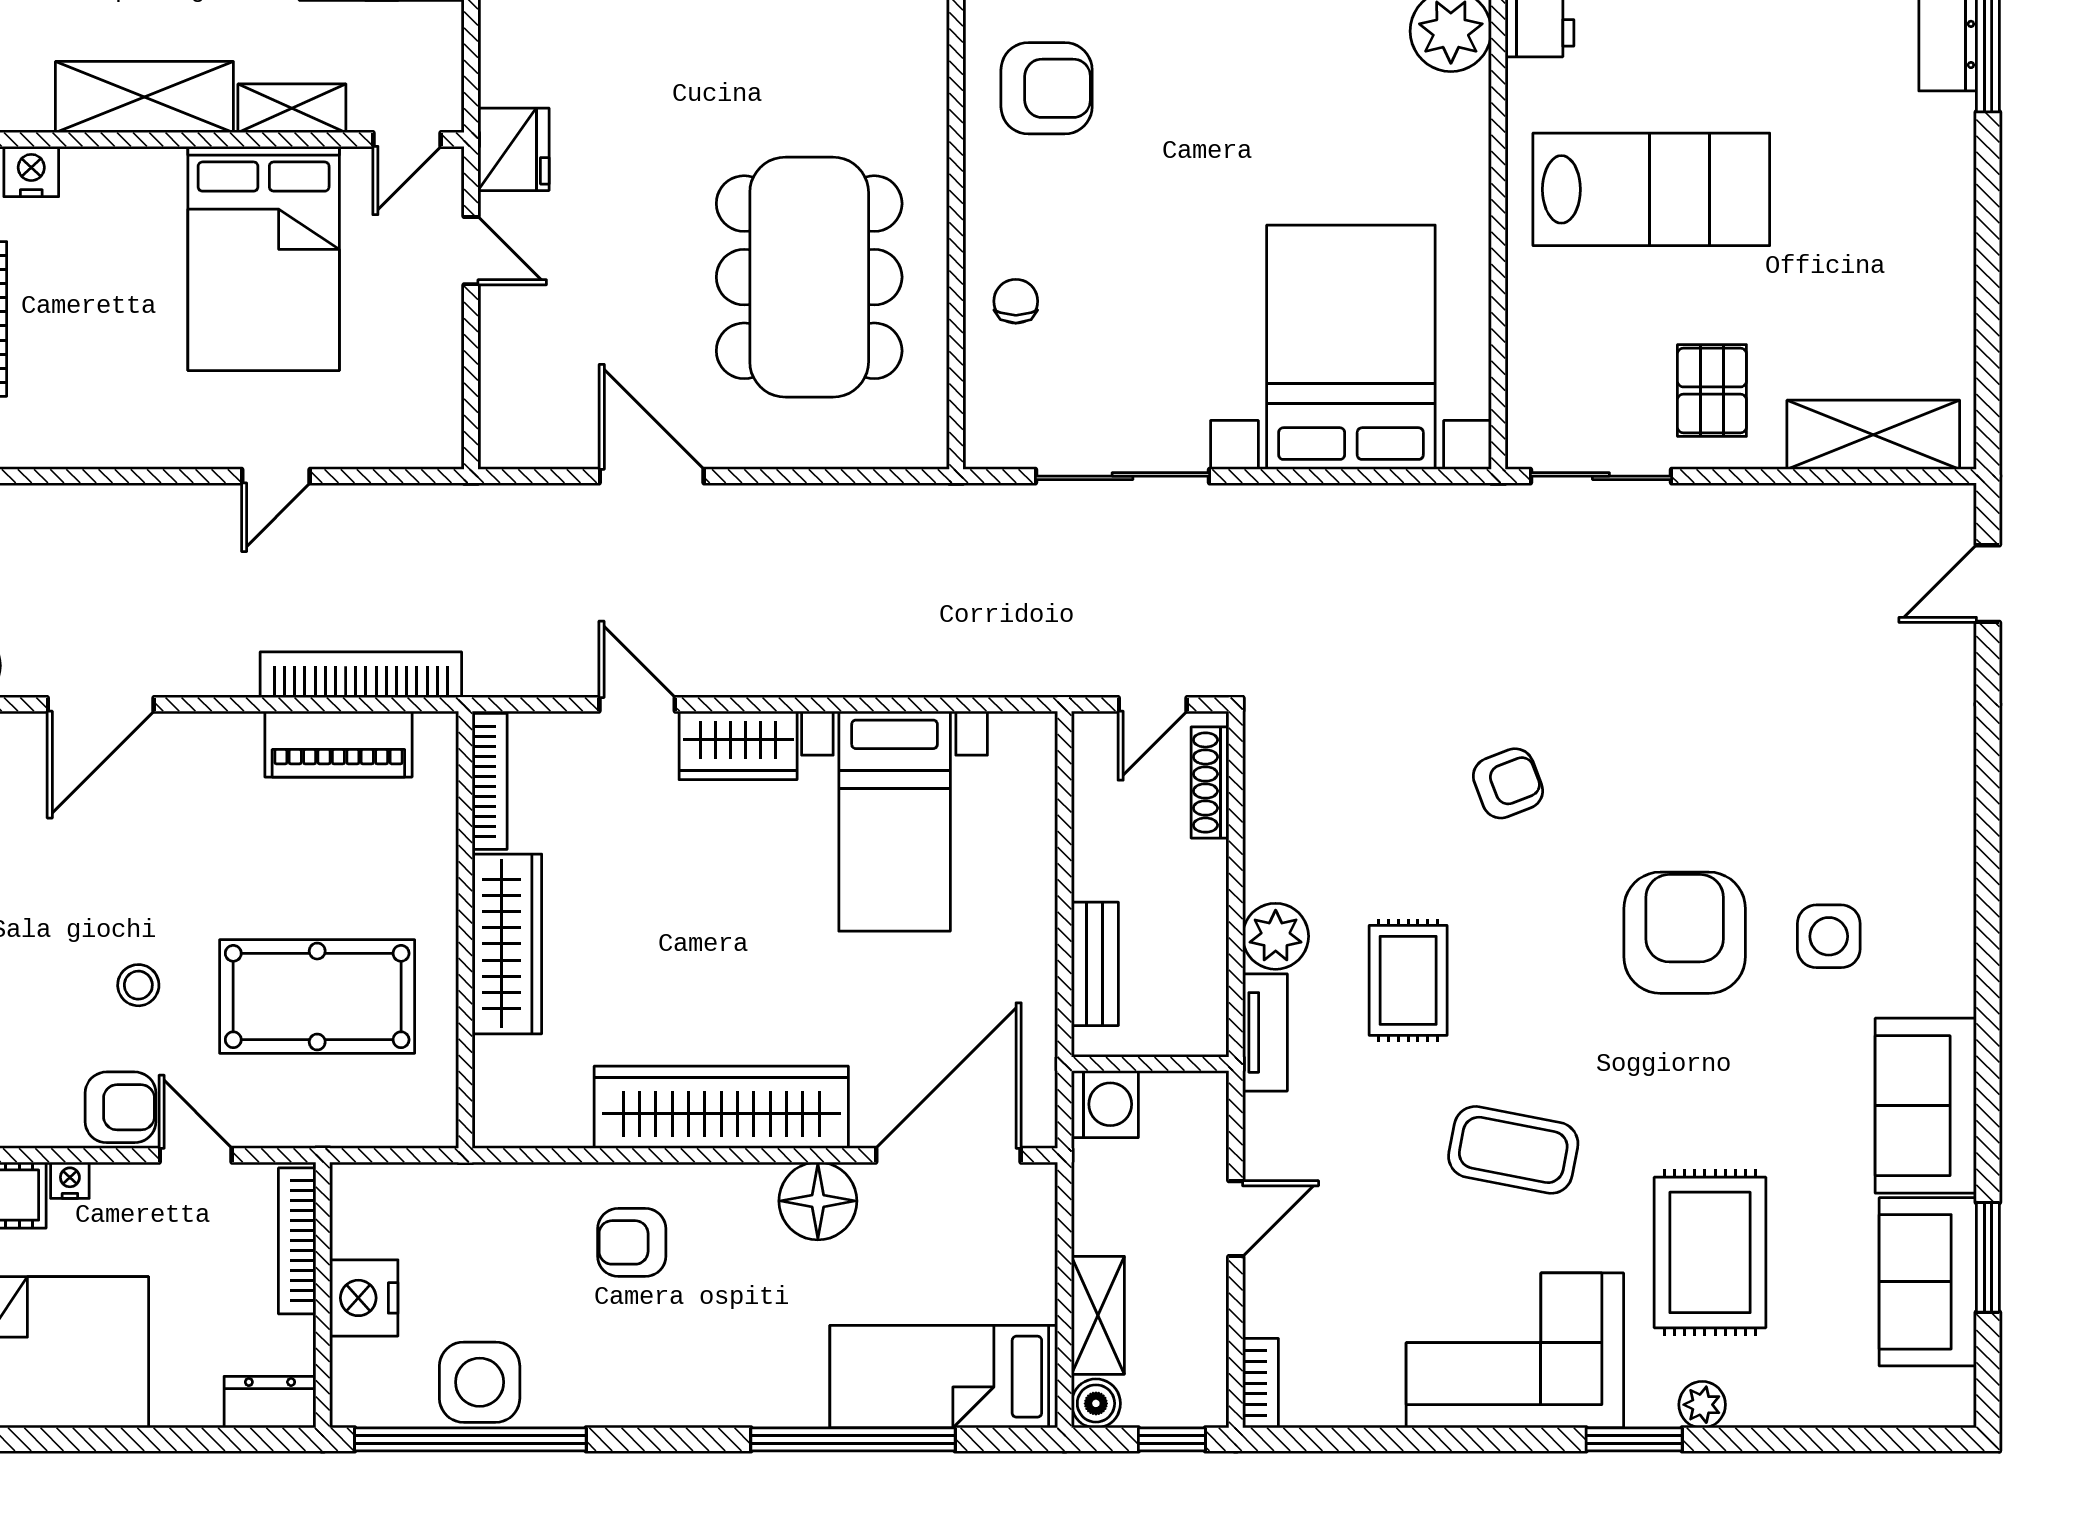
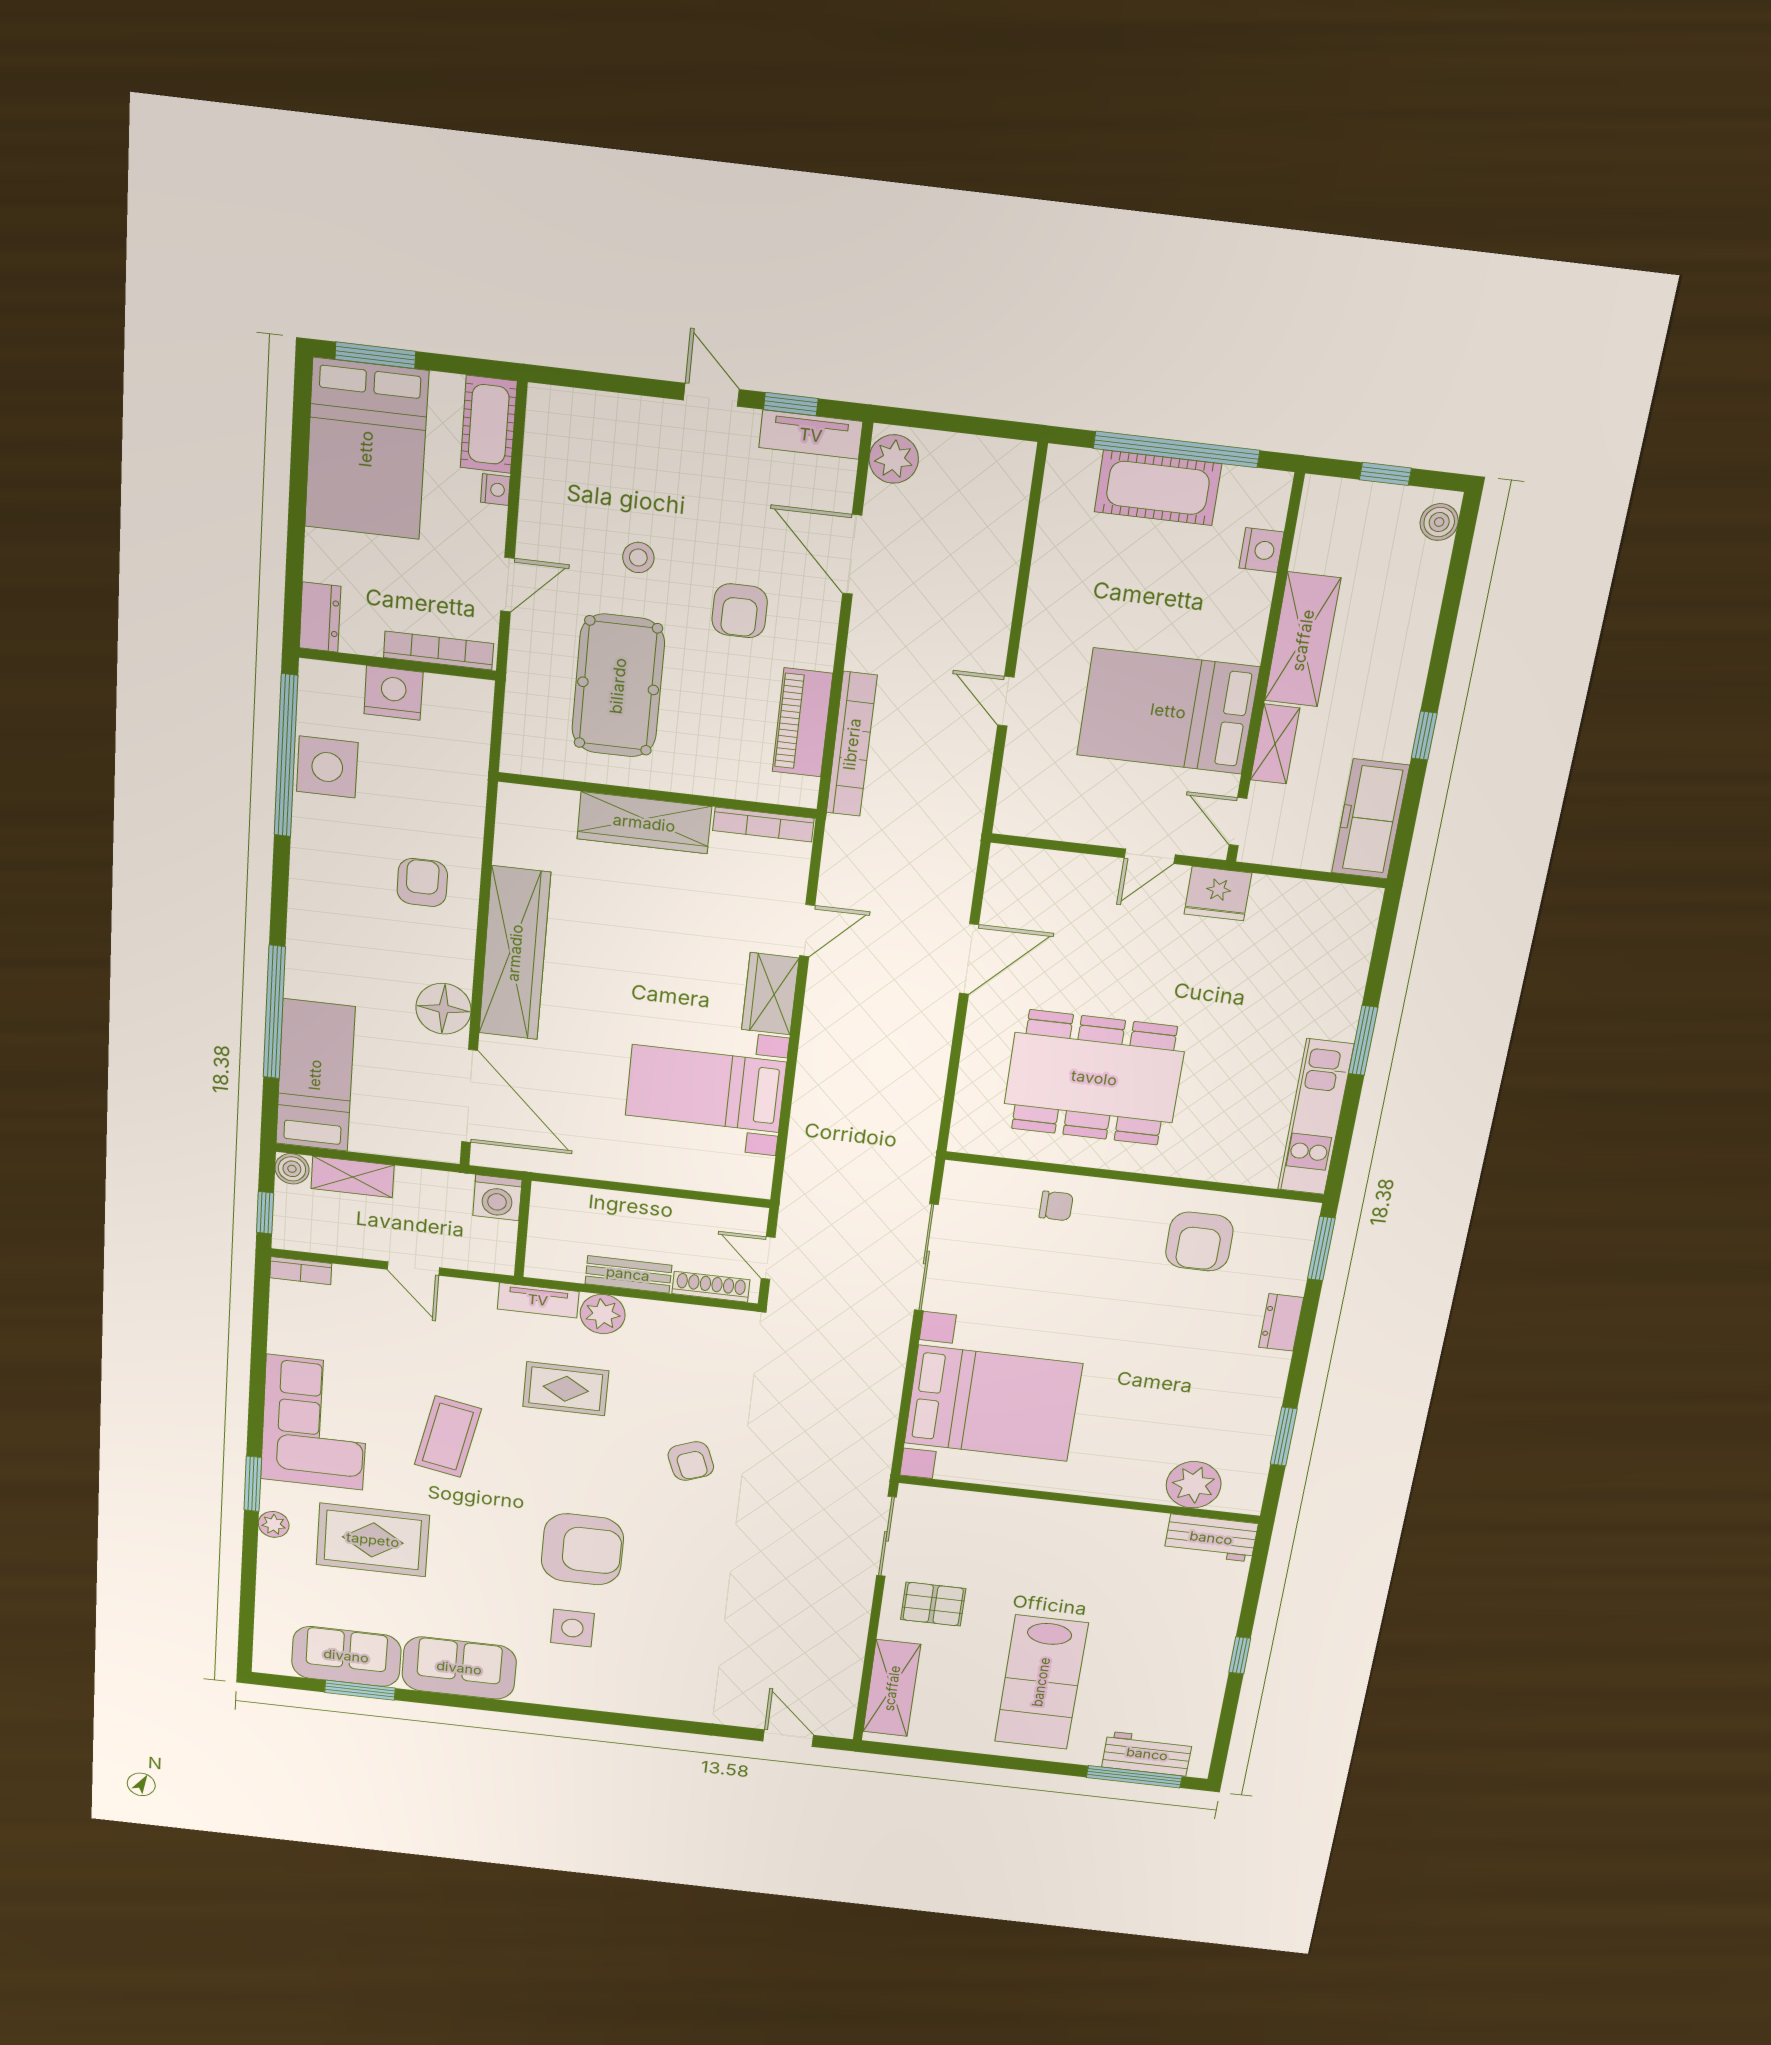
lab bench: (1651, 189) -> (1041, 1682), moved
bench: (1095, 964) -> (628, 1274), moved
armchair: (121, 1107) -> (740, 611), moved

